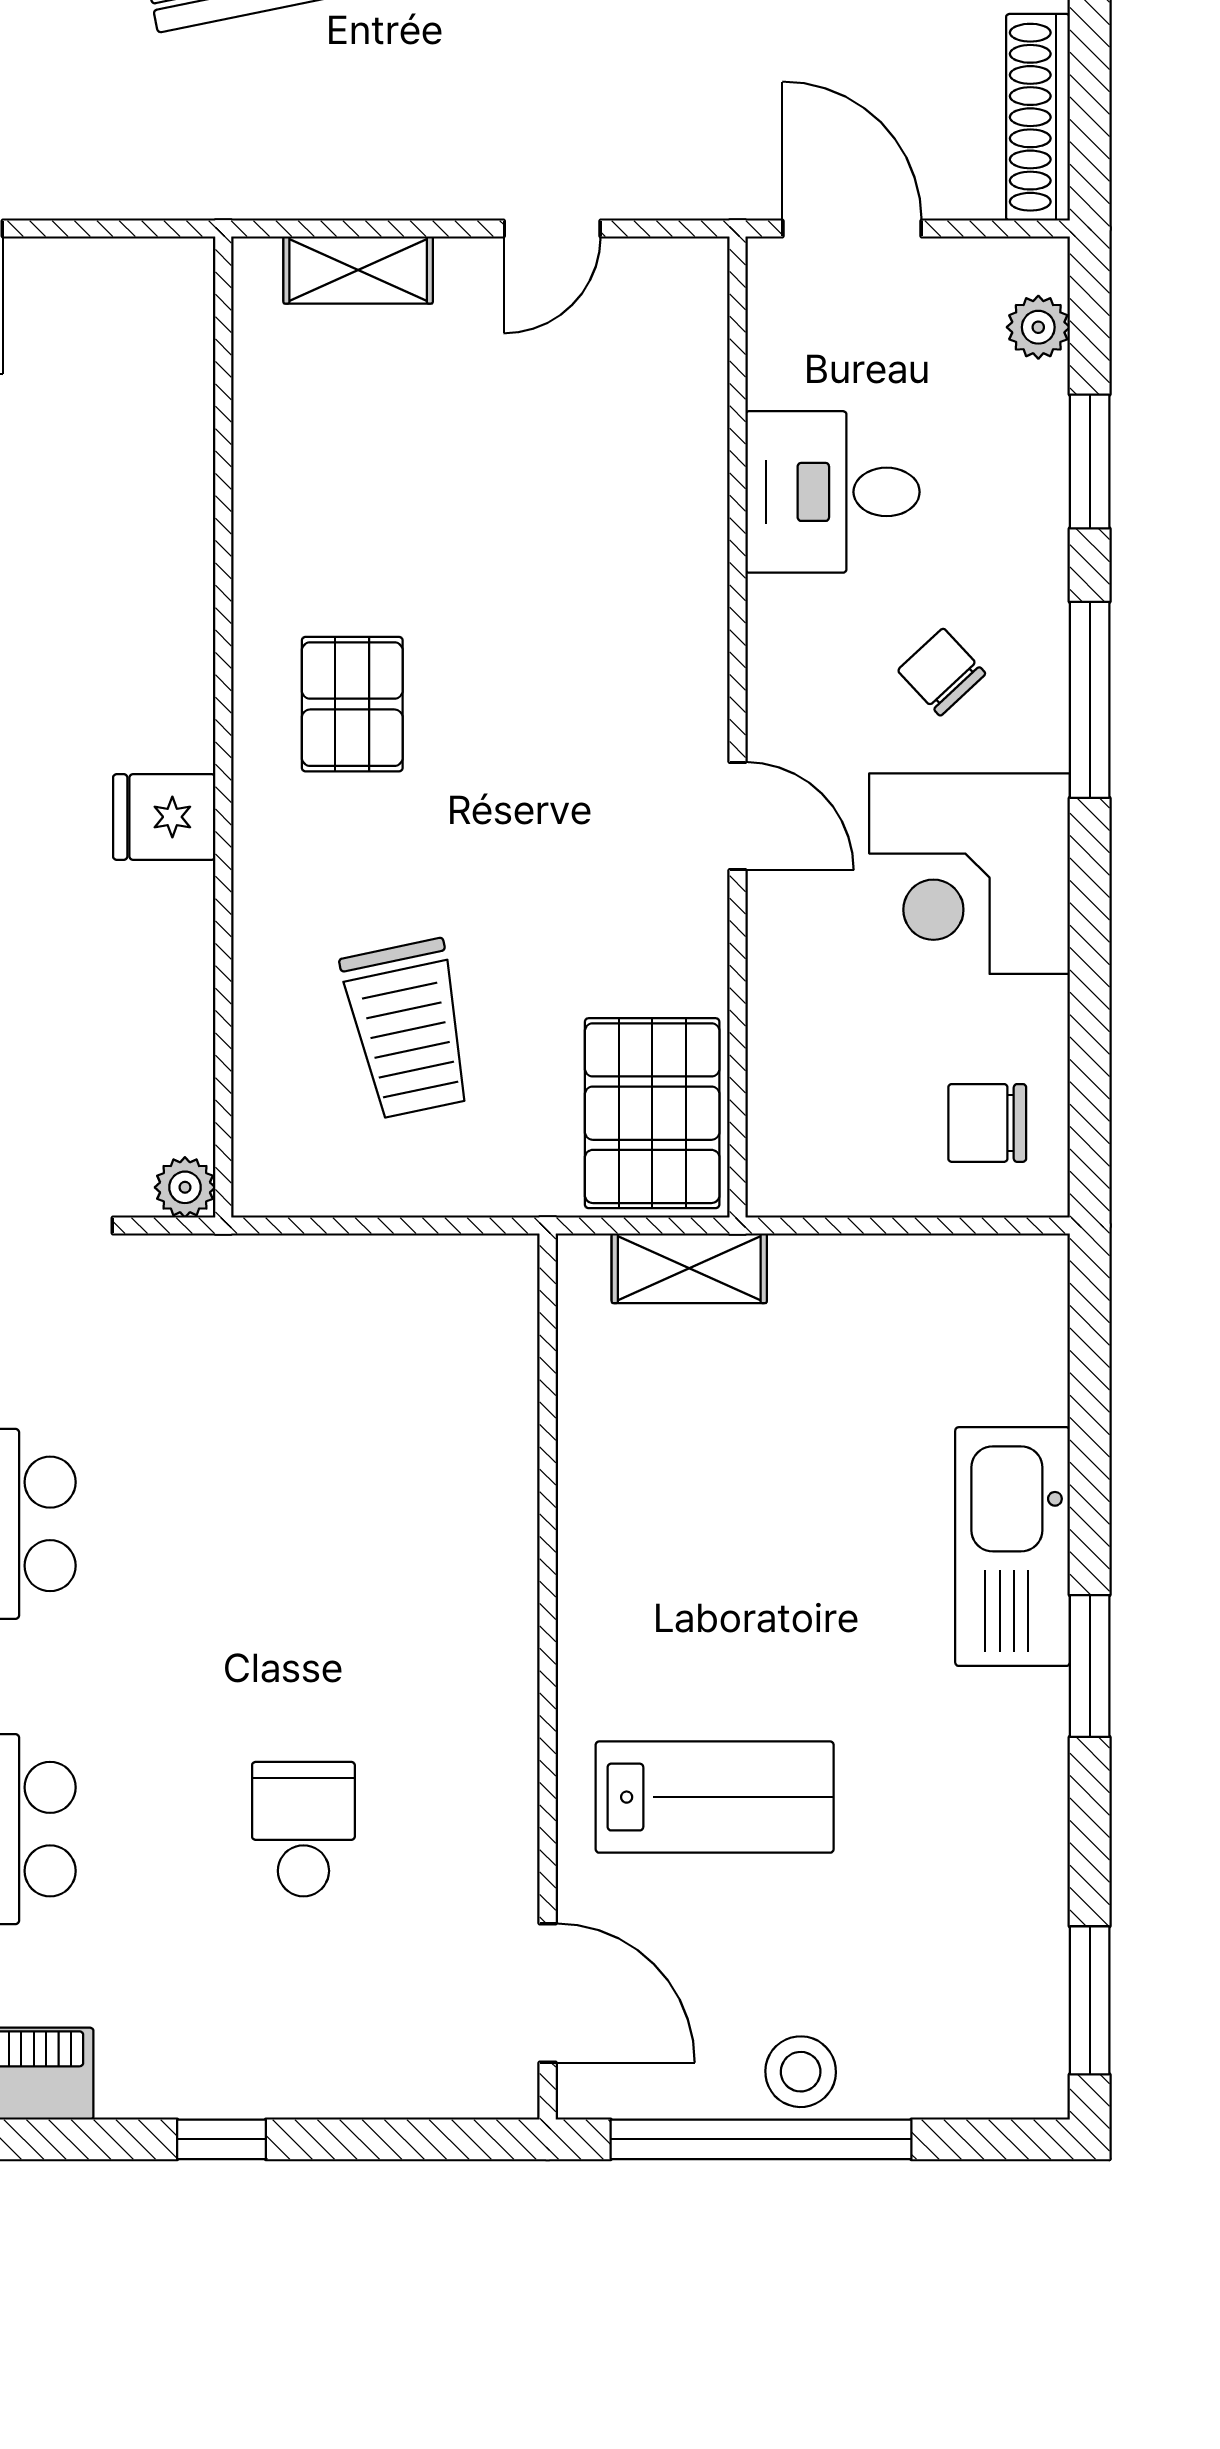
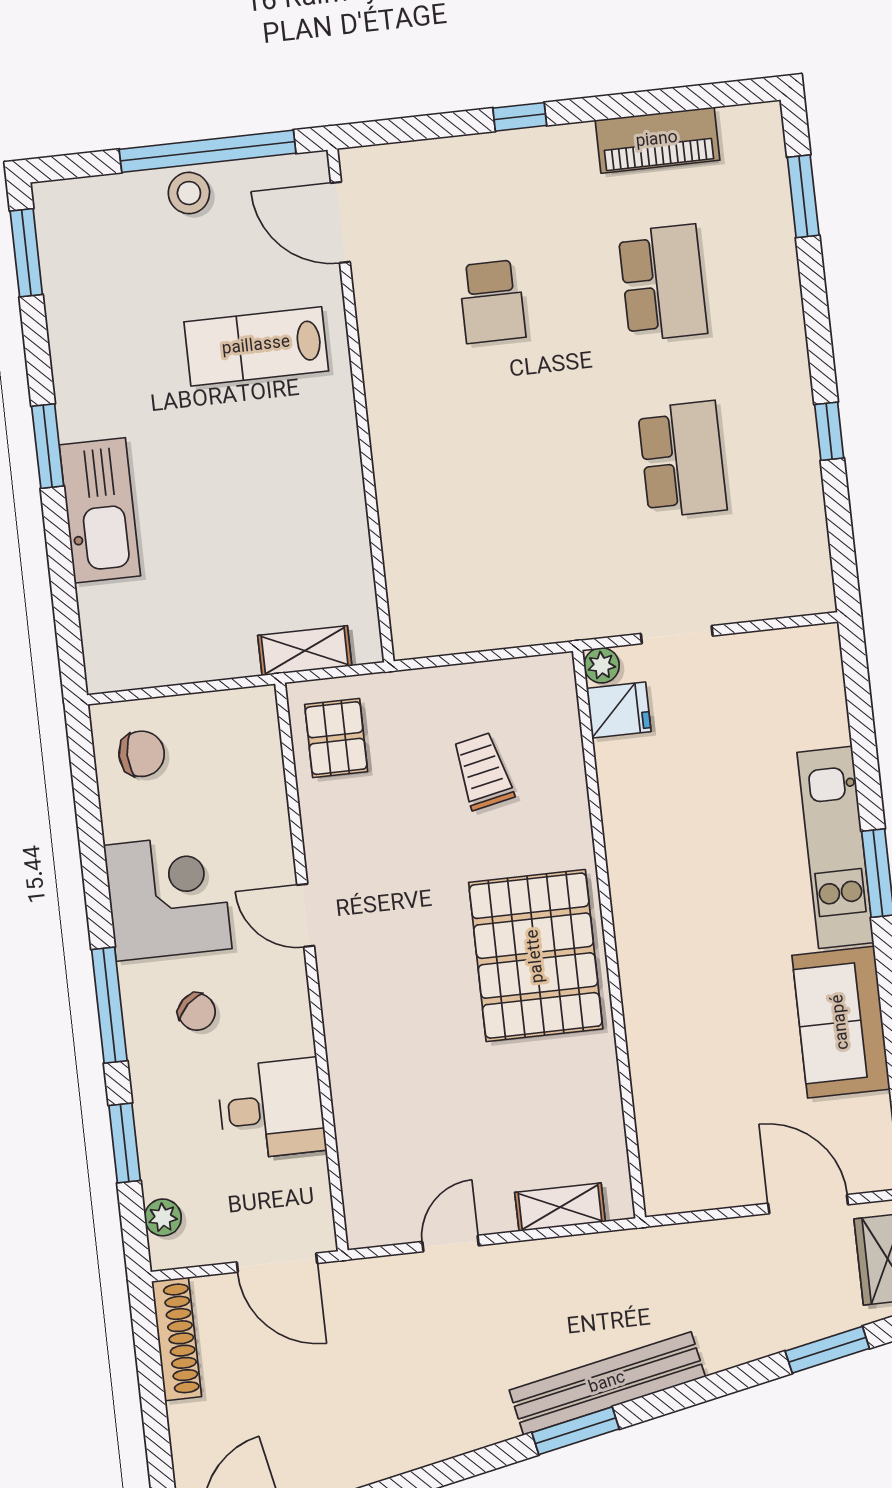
pallet: (352, 704) -> (536, 956), width x2.05, depth x2.00
fridge: (164, 817) -> (619, 710), moved
trolley: (408, 1029) -> (483, 771), width x0.73, depth x0.72
pallet: (652, 1113) -> (336, 738), width x0.67, depth x0.71

